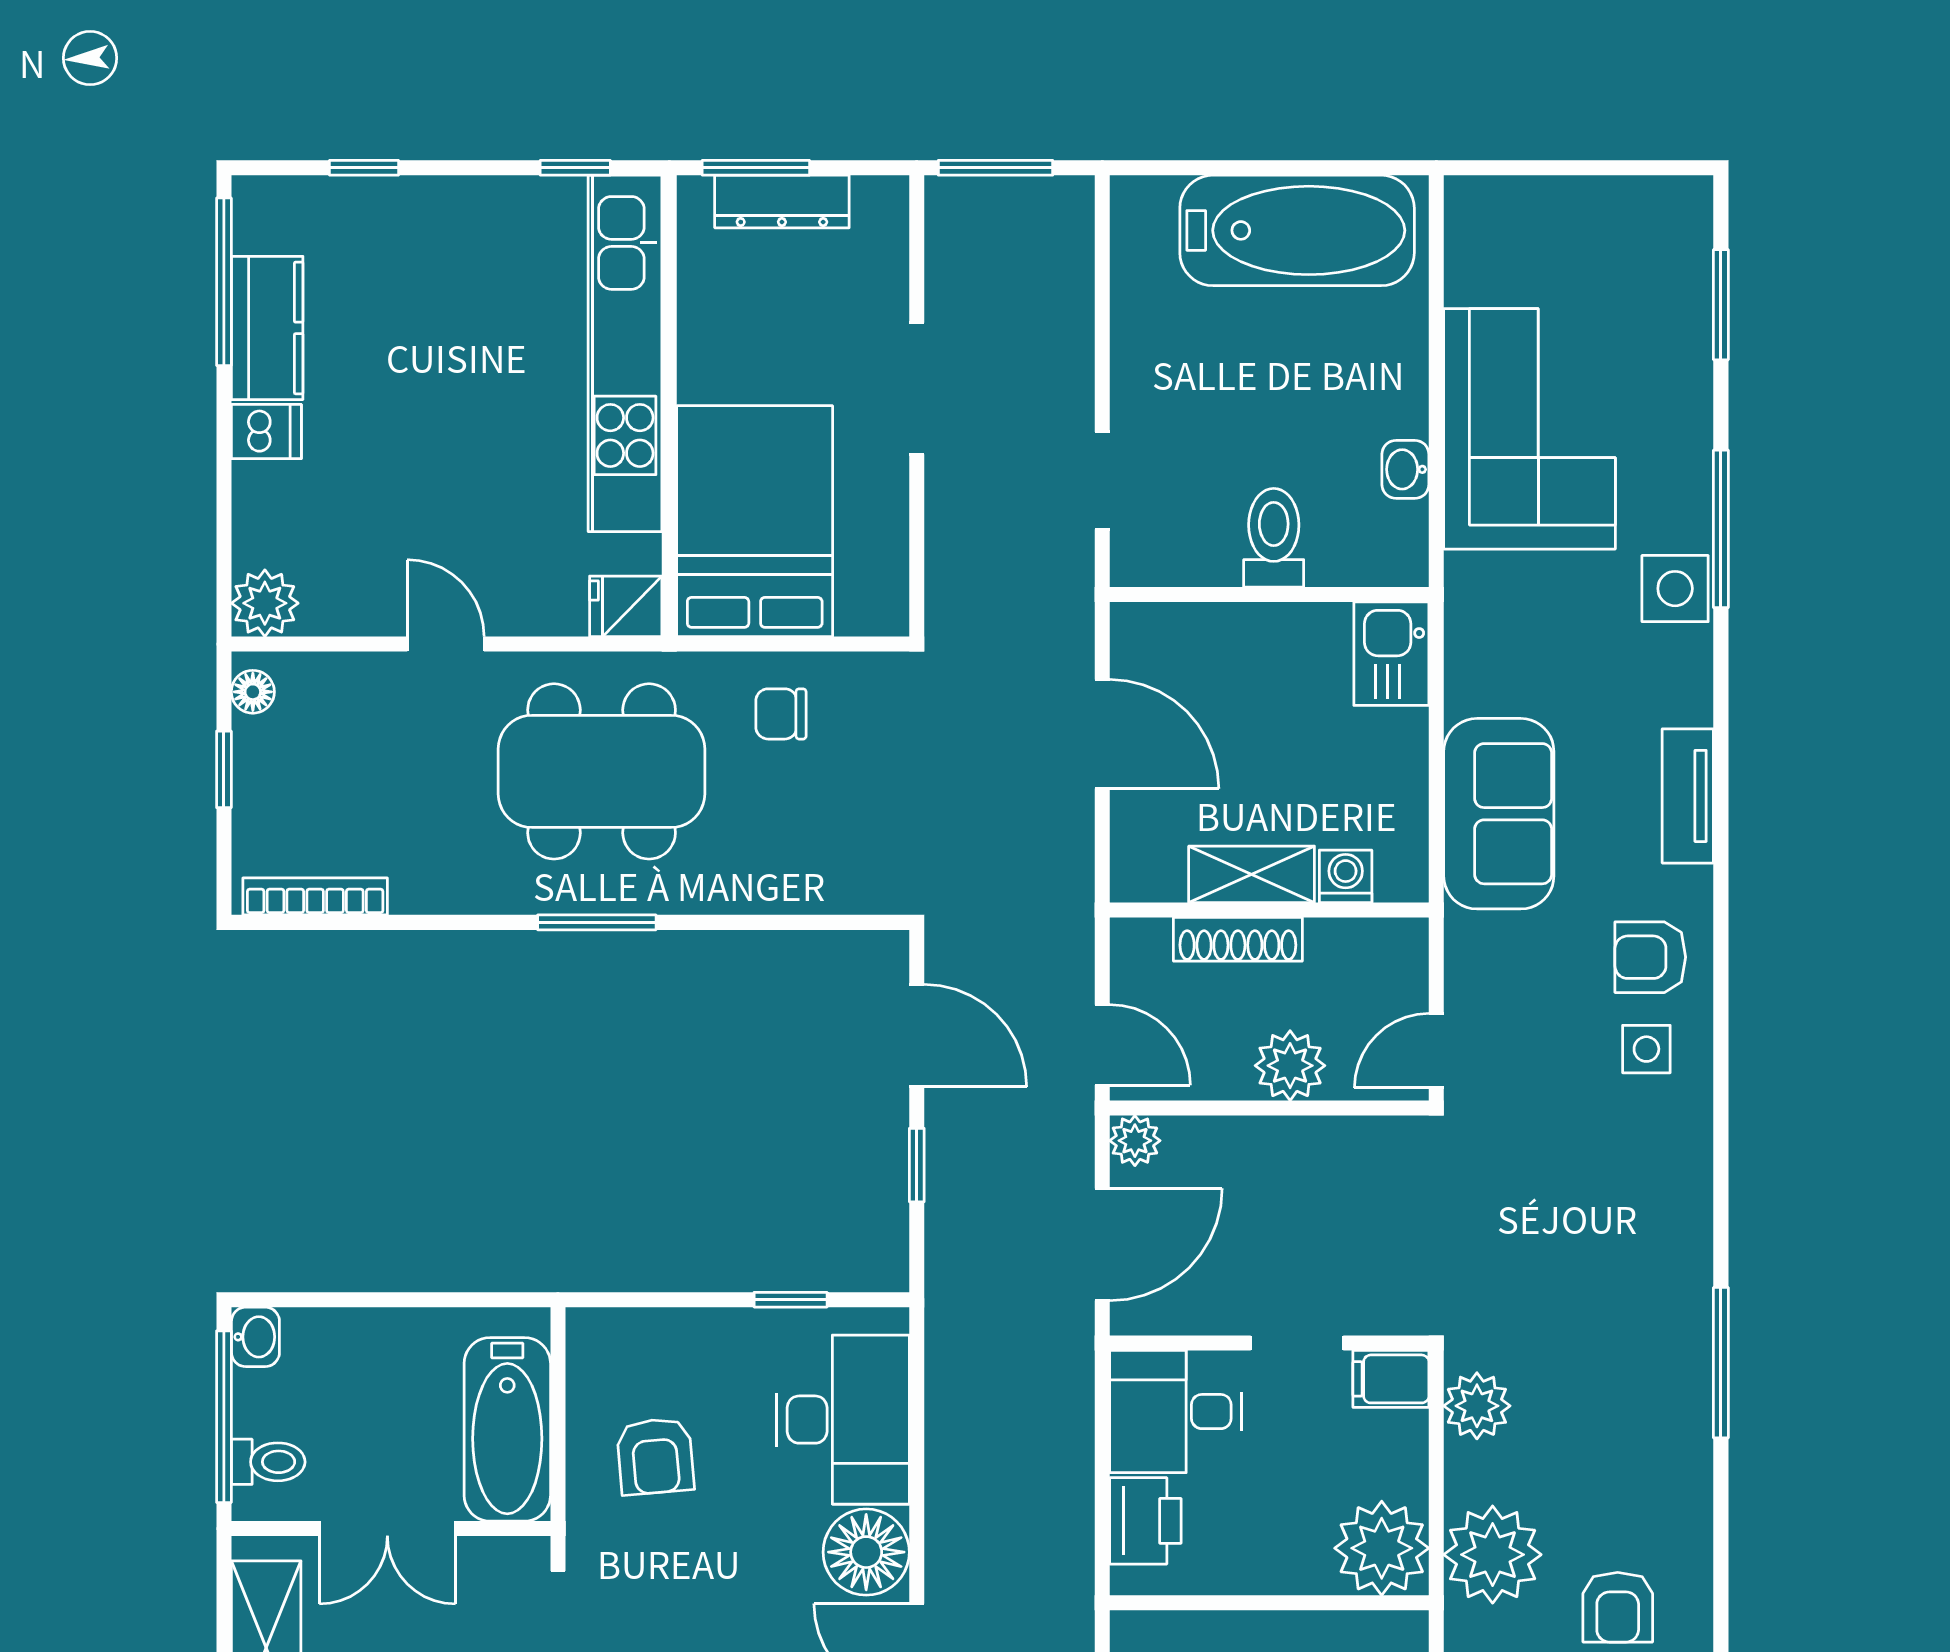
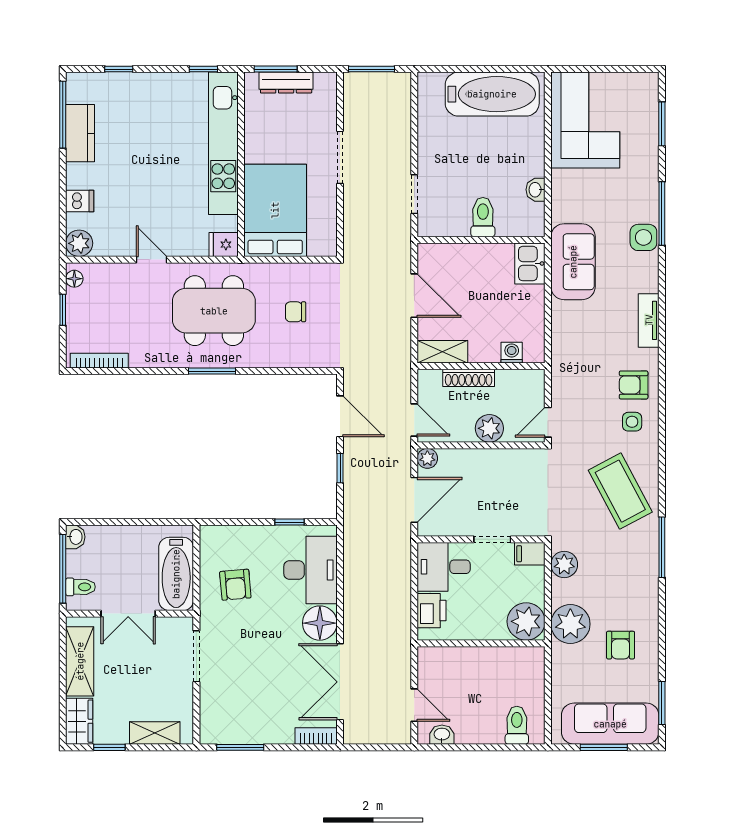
corner sofa: (1530, 429) -> (585, 120), moved
dishwasher: (266, 432) -> (80, 201), moved
chair: (781, 714) -> (296, 312), moved
sofa: (1499, 814) -> (573, 262), moved
shelving: (1252, 874) -> (442, 352), moved
coffee table: (1617, 1222) -> (620, 491), added

